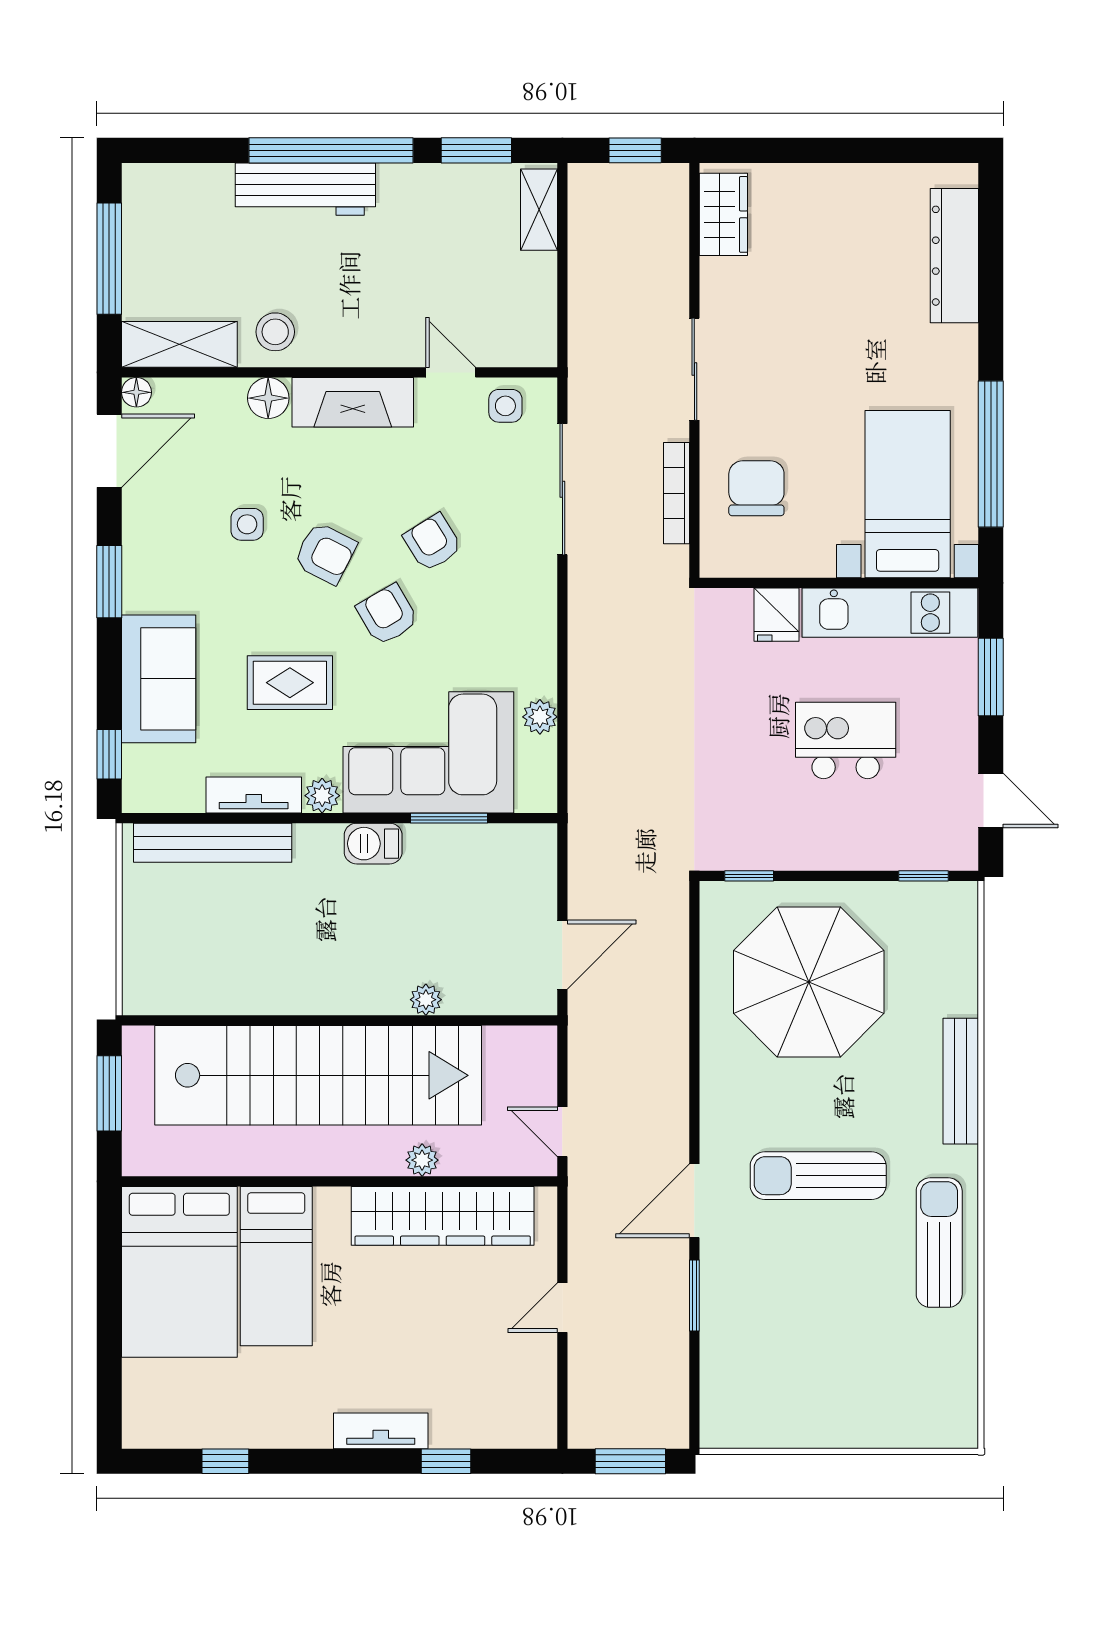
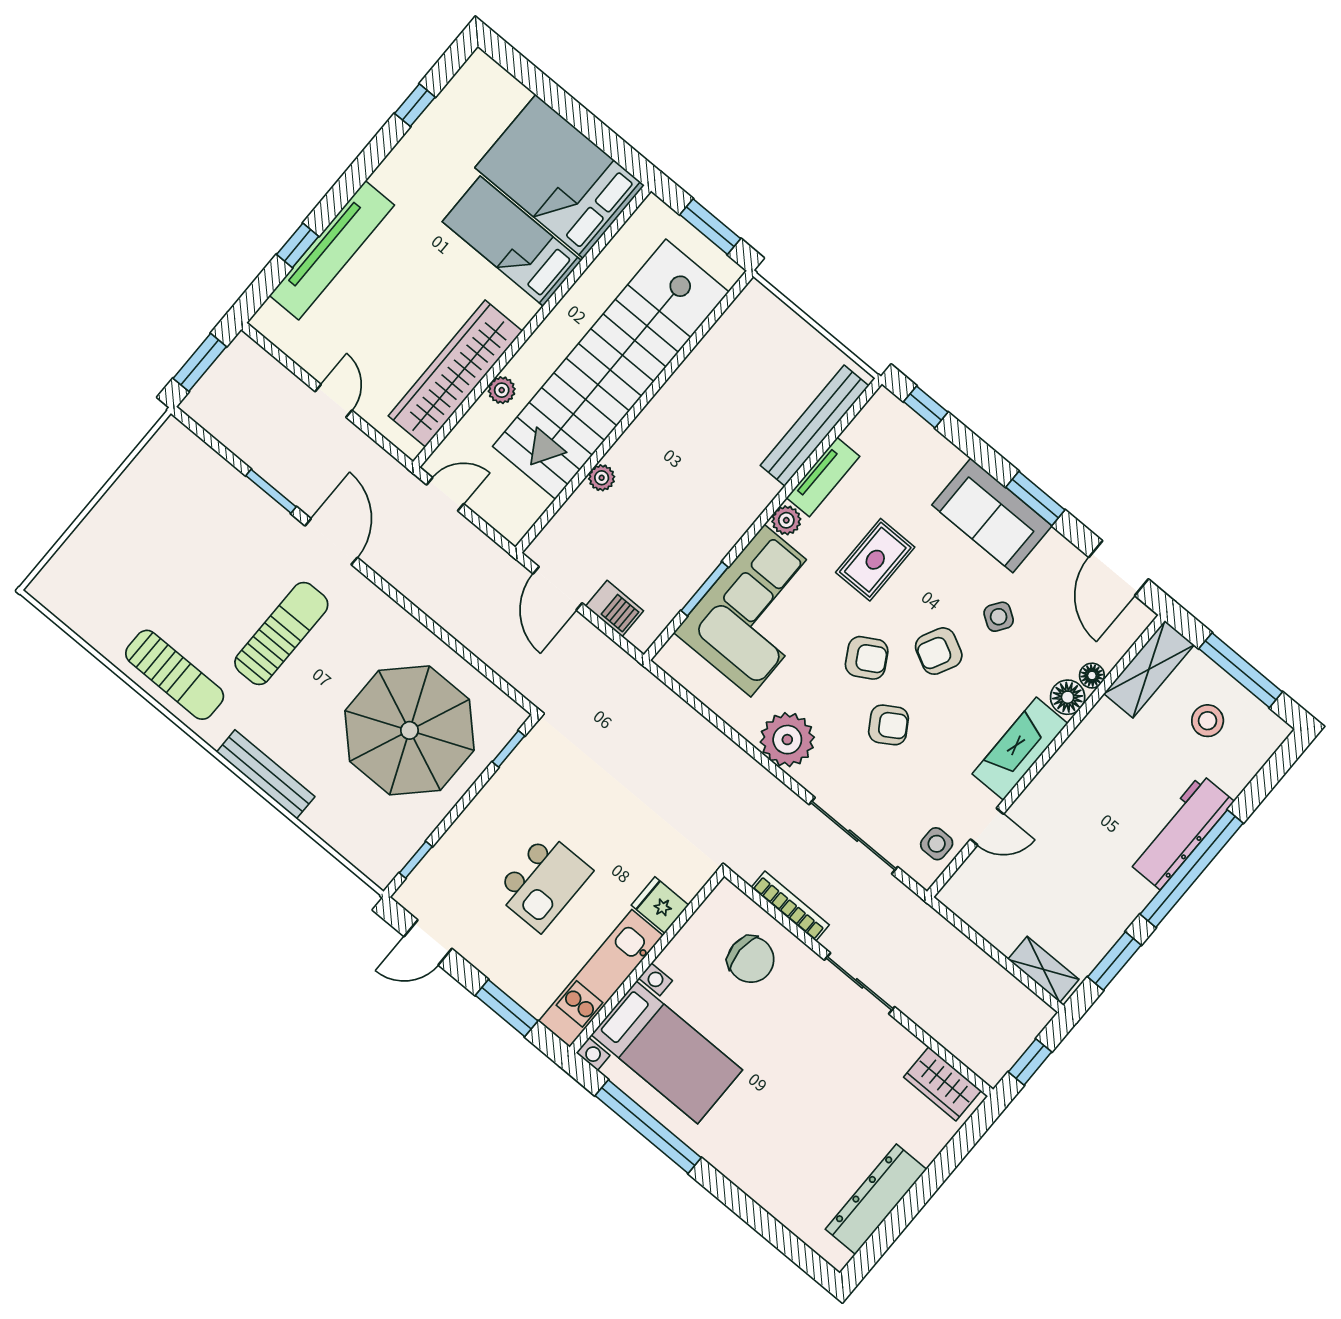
dresser: (954, 256) -> (876, 1199), moved, turned -90
stool: (275, 332) -> (1208, 721), moved
floor lamp: (136, 392) -> (1092, 676), moved
side table: (247, 524) -> (999, 617), turned 34
sofa: (159, 679) -> (992, 515), moved
plant: (540, 717) -> (787, 740), moved, width x1.87, depth x1.87
barbecue: (373, 844) -> (615, 608), moved, turned 90
tv unit: (381, 1431) -> (332, 250), width x1.92, depth x1.29

